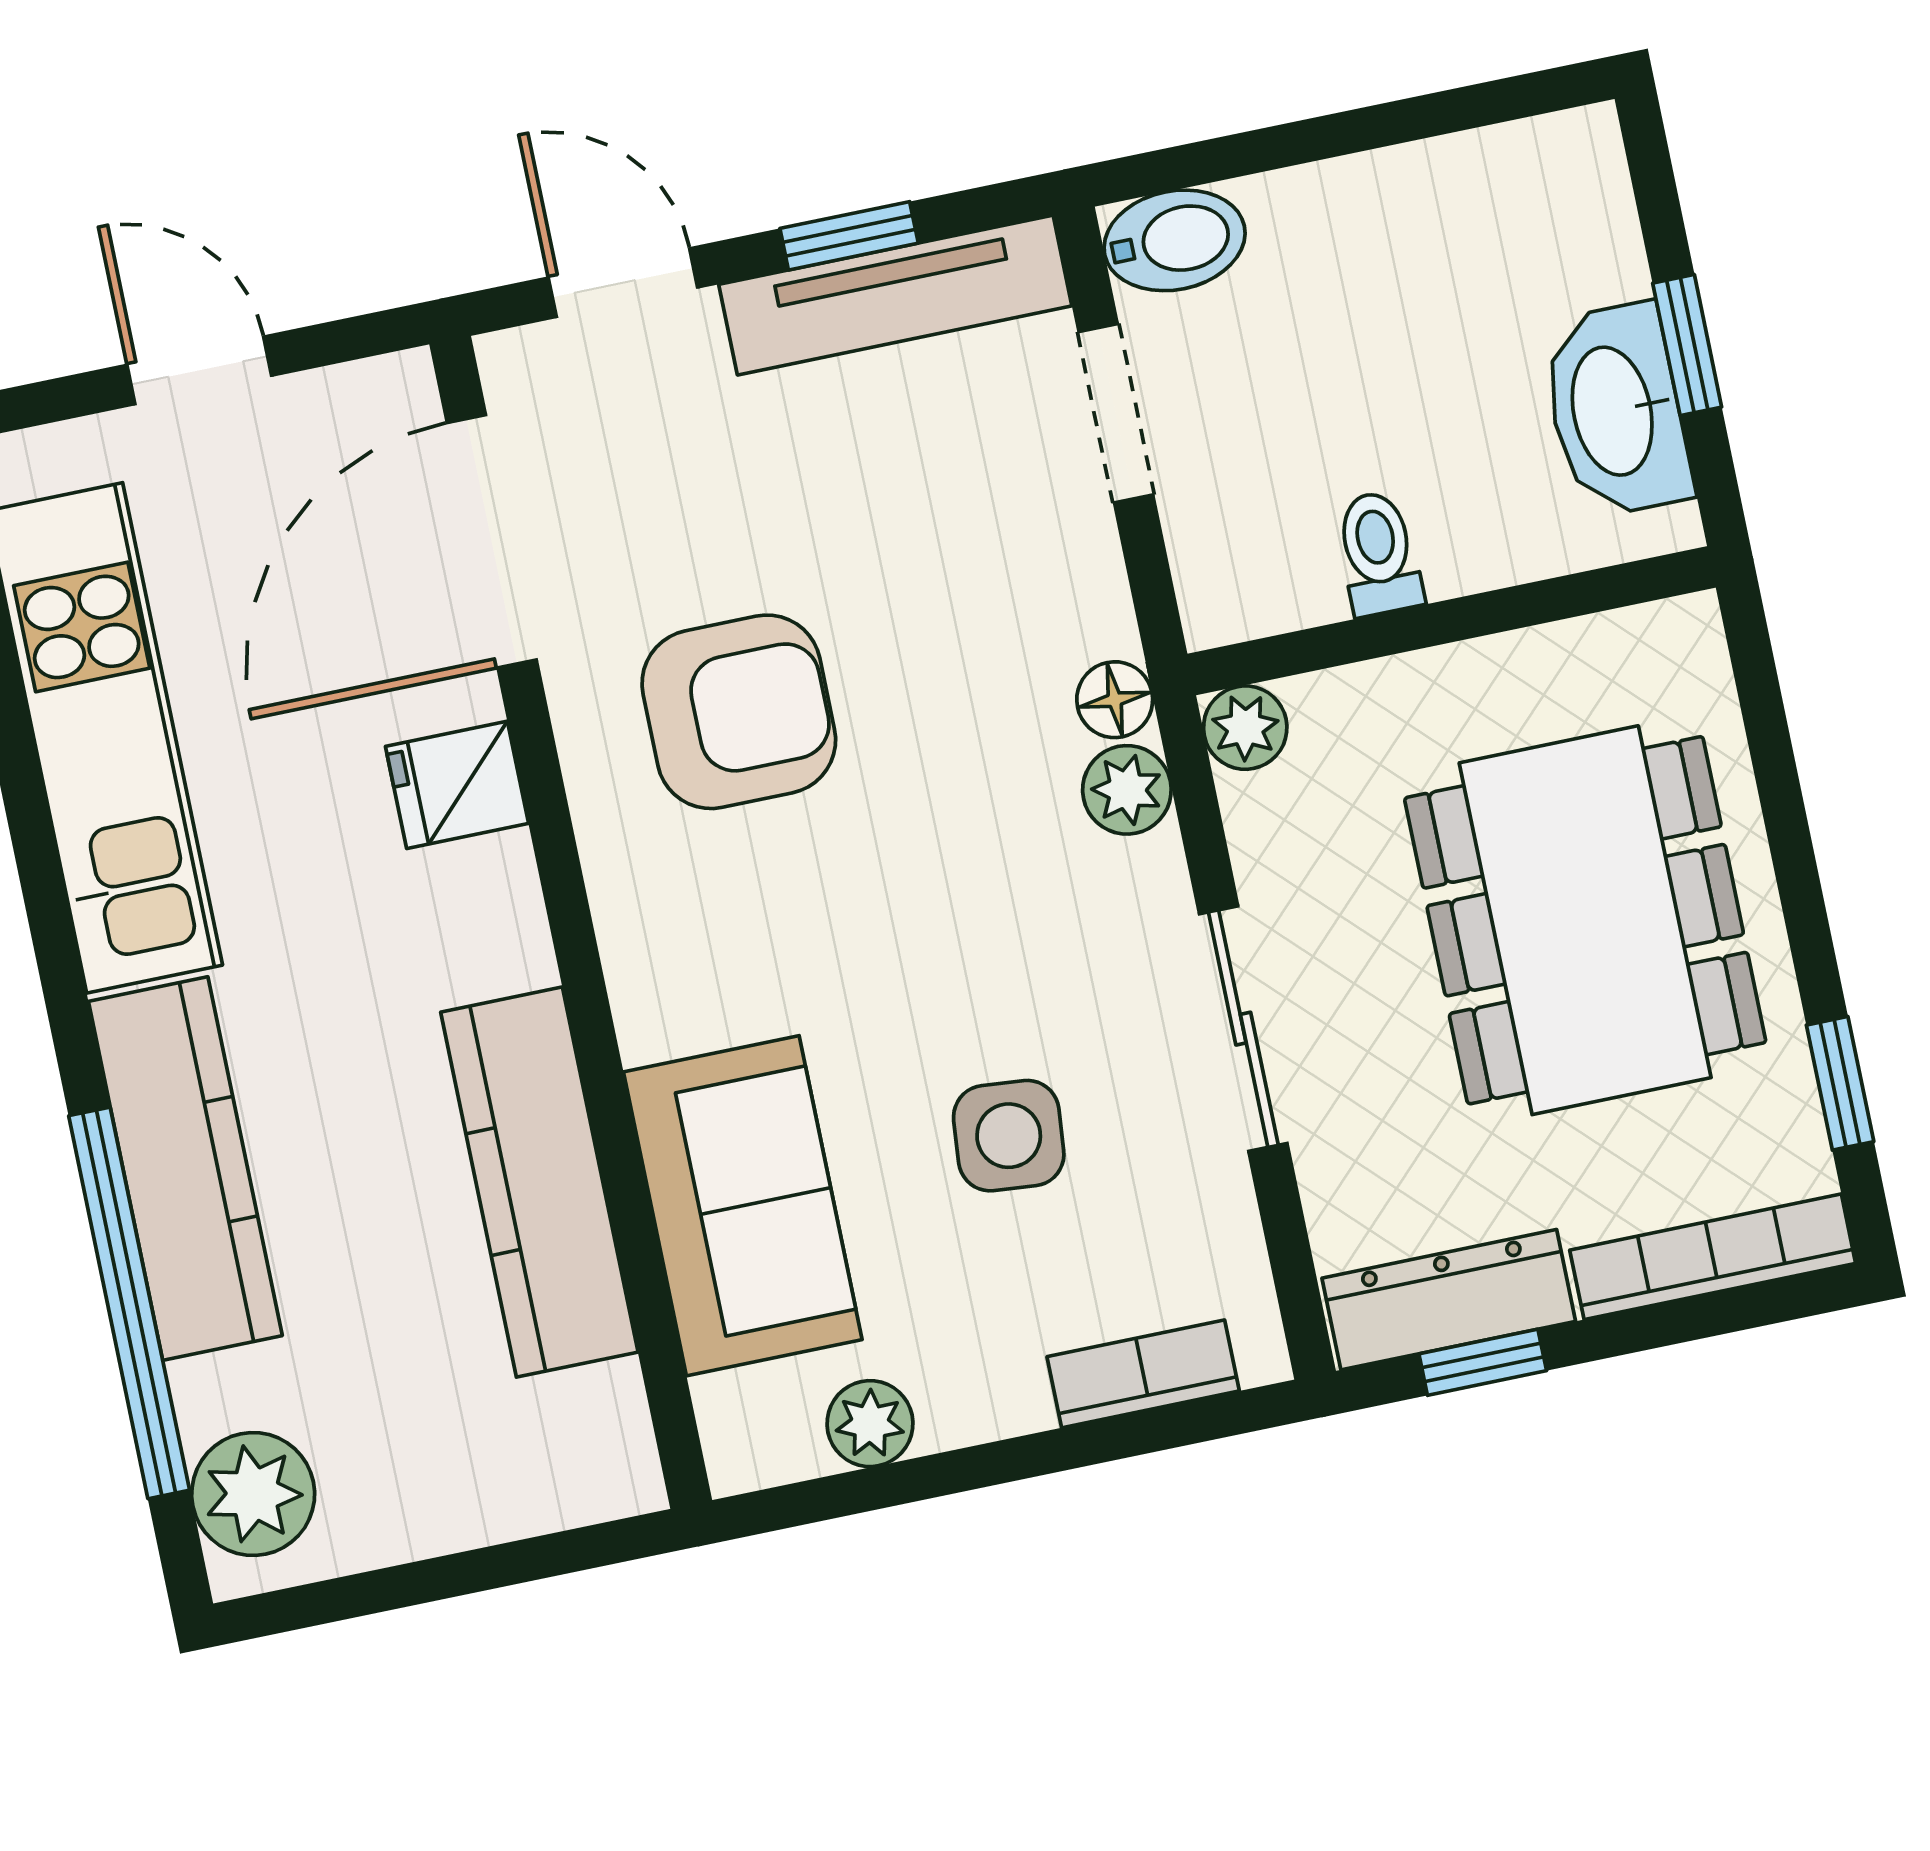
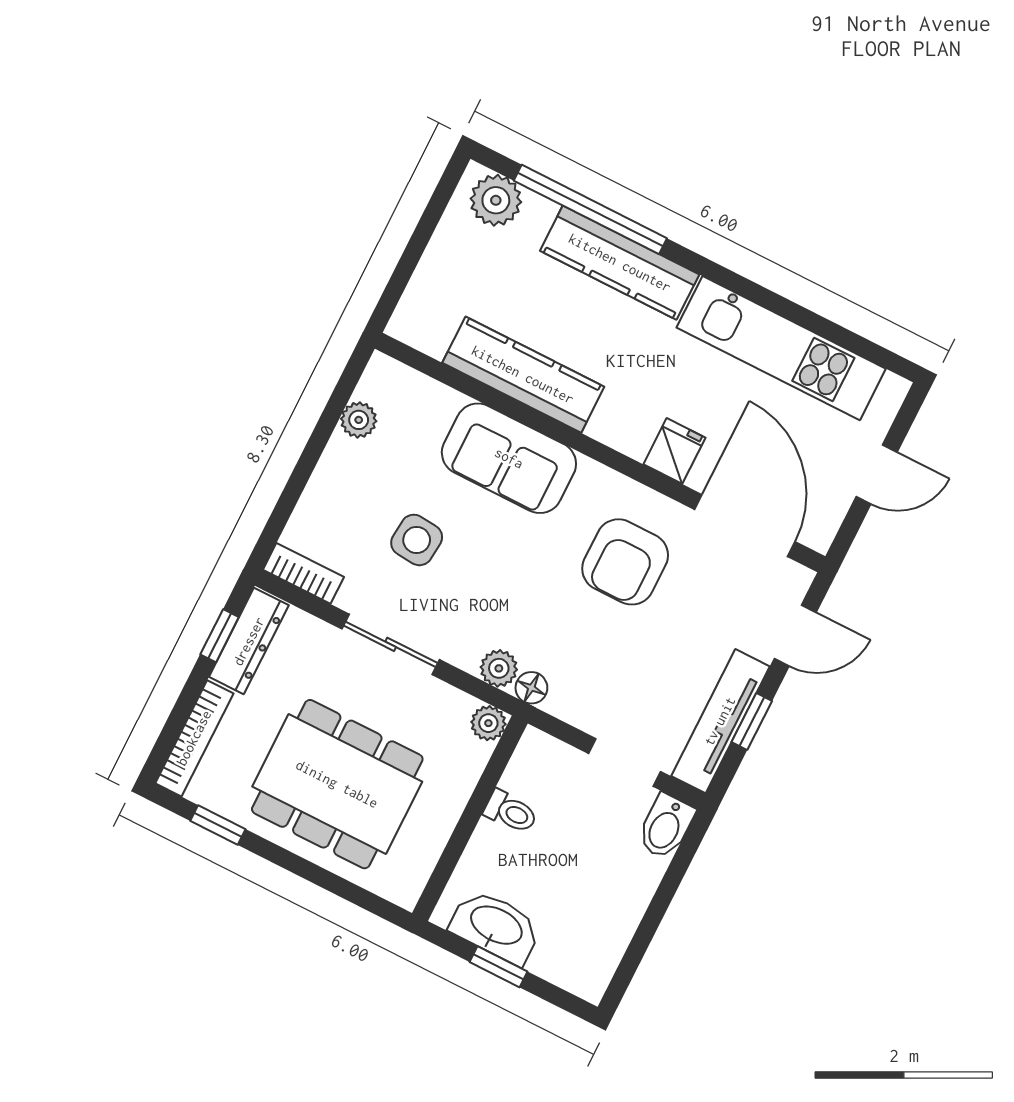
sofa: (743, 1206) -> (509, 458), moved
bookcase: (1143, 1374) -> (303, 573), moved, turned -90

